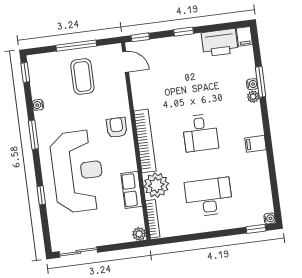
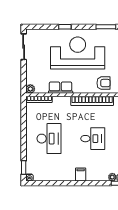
desk: (200, 133) -> (93, 139), turned 180
reception desk: (77, 171) -> (78, 53), turned 180
plant: (156, 185) -> (62, 105), removed

